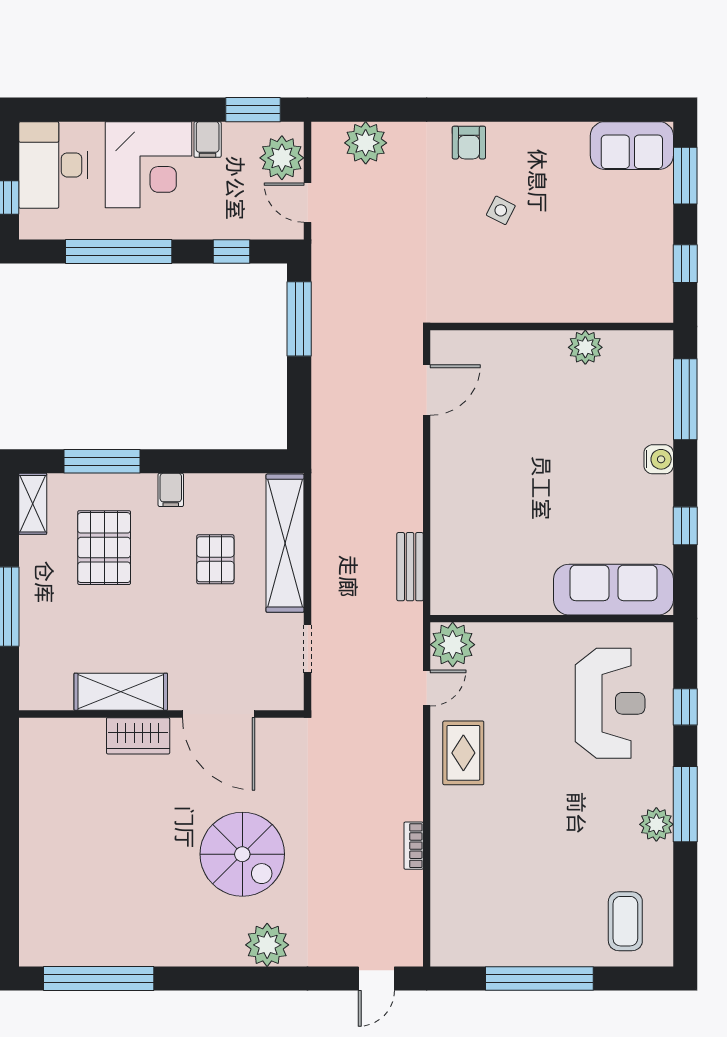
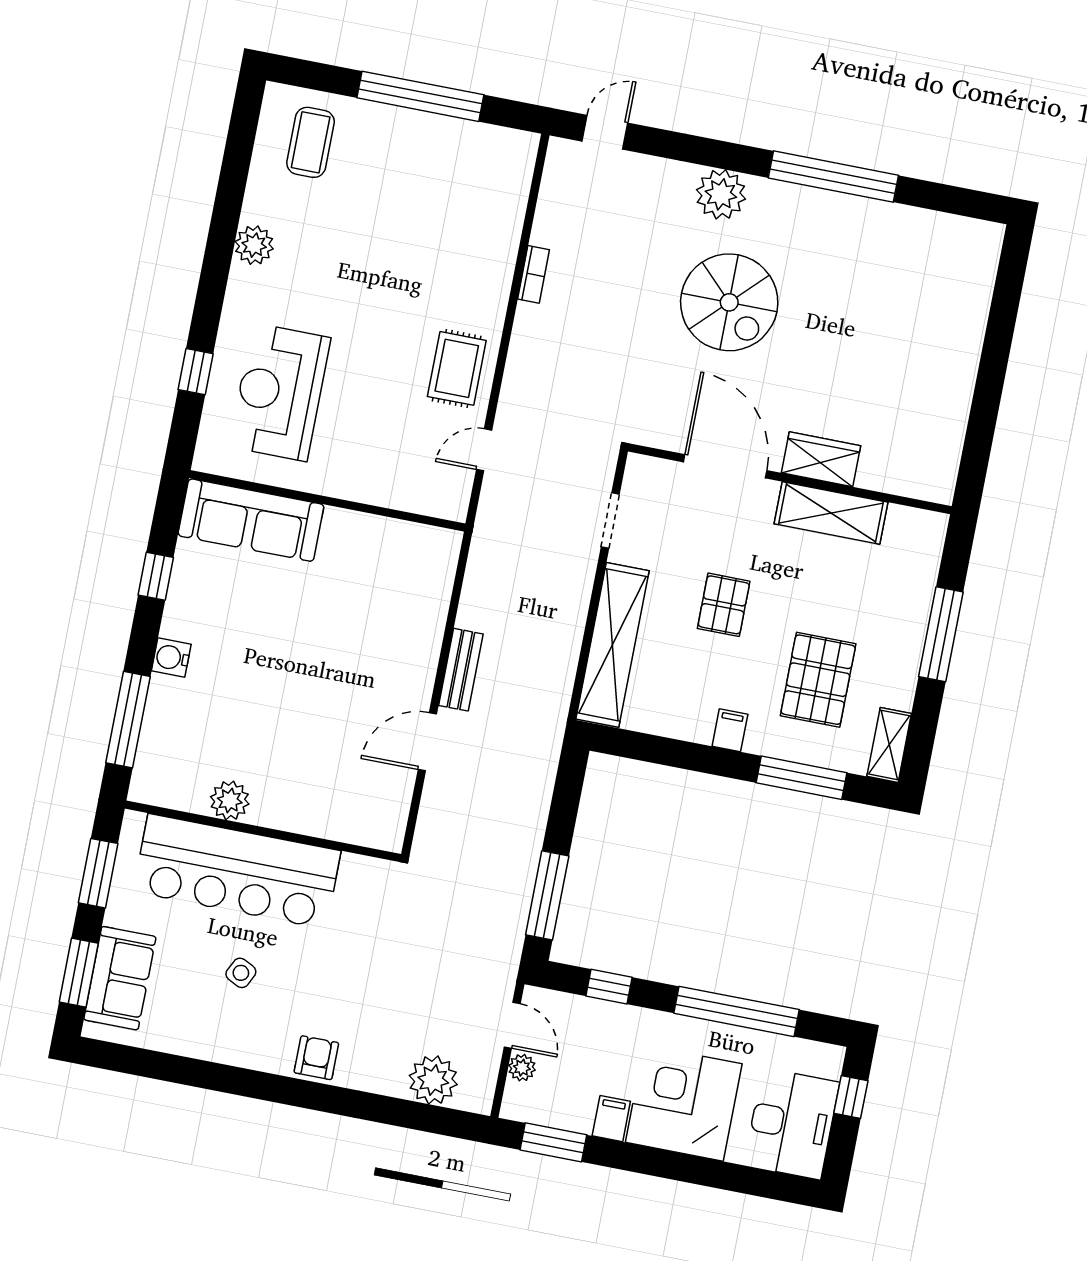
sofa: (632, 146) -> (120, 978), moved, turned 90
plant: (282, 158) -> (522, 1068), width x0.53, depth x0.53
side table: (501, 210) -> (241, 973), moved
window: (685, 264) -> (98, 873), width x1.50
bar counter: (567, 288) -> (237, 871), added
door: (427, 390) -> (427, 742), moved
pallet: (215, 559) -> (724, 605), moved
bench: (410, 567) -> (461, 670), moved
plant: (453, 645) -> (445, 493), removed
window: (685, 804) -> (217, 262), removed
spiral stairs: (242, 854) -> (729, 302), turned 180
window: (99, 979) -> (833, 177), moved

